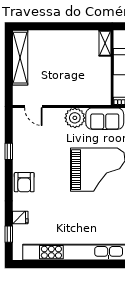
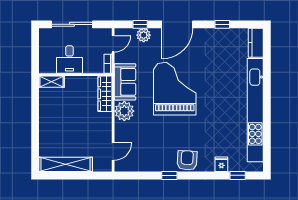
wardrobe: (92, 98) -> (105, 94), added
window: (9, 151) -> (169, 175), moved
armchair: (24, 182) -> (187, 160), turned -87

